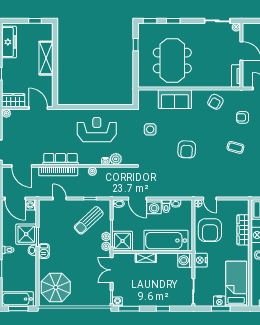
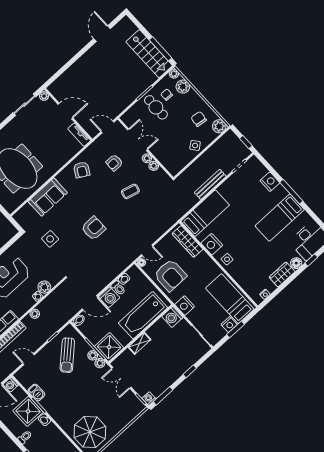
armchair: (187, 149) -> (93, 228), turned -93
wardrobe: (243, 230) -> (187, 241), moved
barbecue: (44, 251) -> (36, 393), moved

